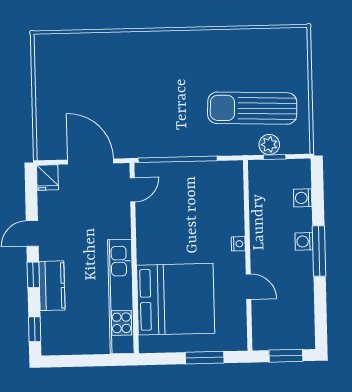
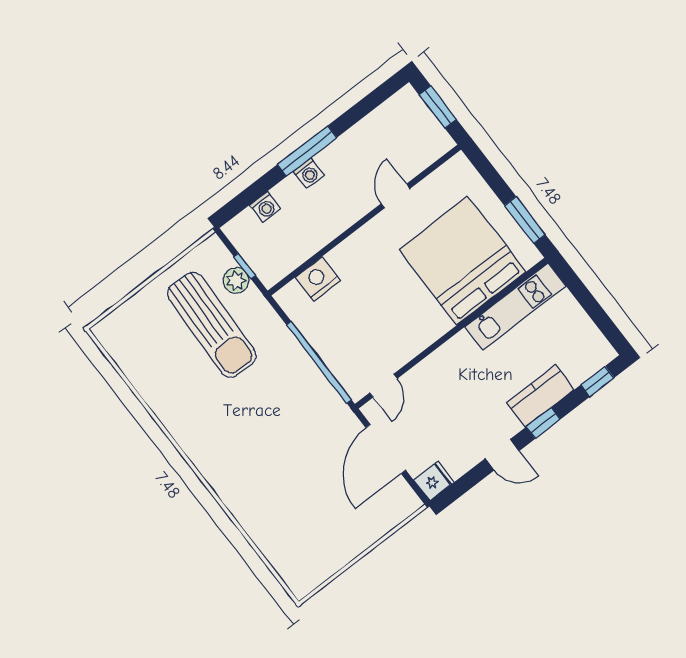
door: (132, 190) -> (383, 386), swing flipped
nightstand: (238, 244) -> (318, 279), moved, width x1.89, depth x1.79
kitchen unit: (121, 297) -> (515, 306), width x0.73
window: (205, 358) -> (525, 220), moved

